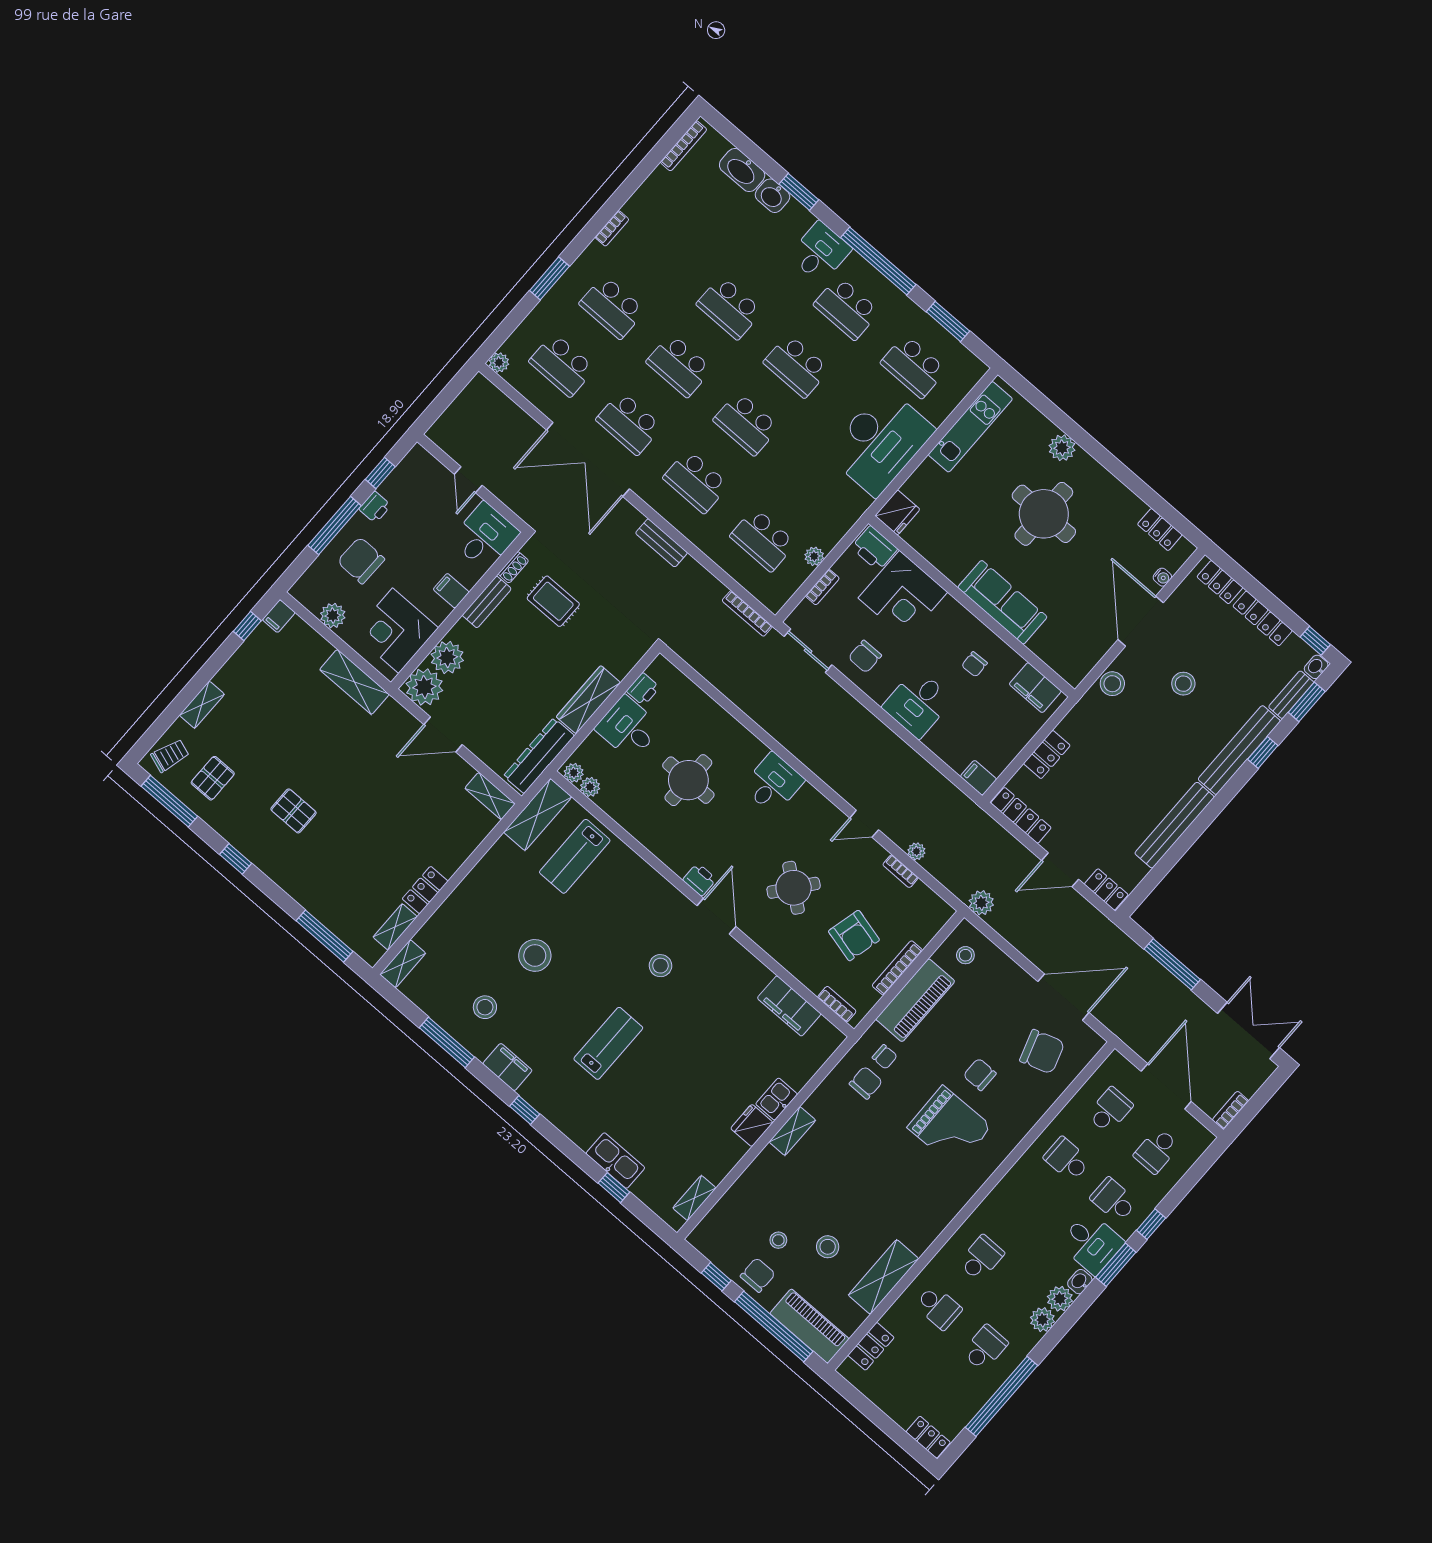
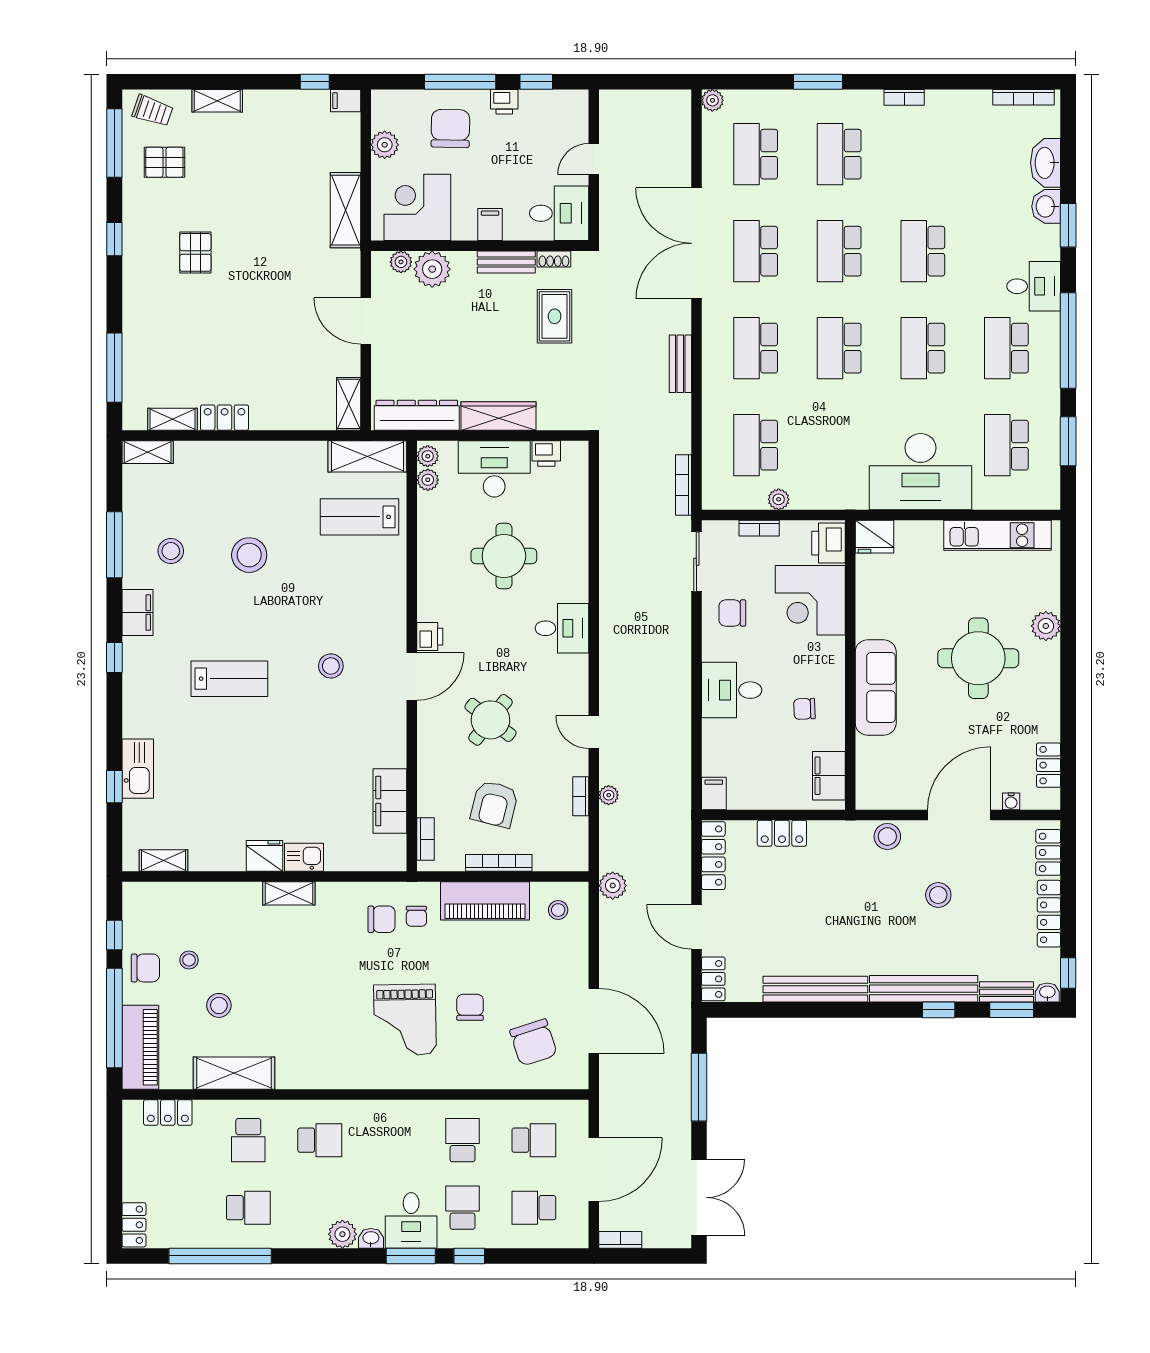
plant: (424, 687) -> (401, 262), width x0.53, depth x0.53
desk: (628, 728) -> (494, 469), width x1.37
plant: (1042, 1320) -> (313, 1235), removed

